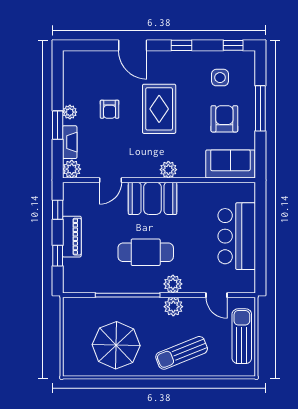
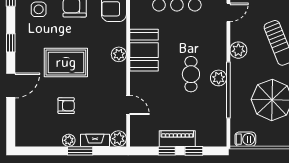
booth: (153, 198) -> (144, 50), moved
window: (58, 210) -> (167, 151), moved
cafe table: (146, 252) -> (191, 74), width x0.73, depth x0.74
plant: (173, 284) -> (219, 78), moved
barbecue: (71, 315) -> (245, 139), added

